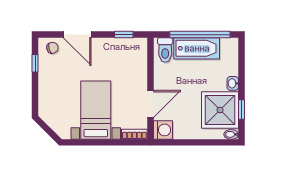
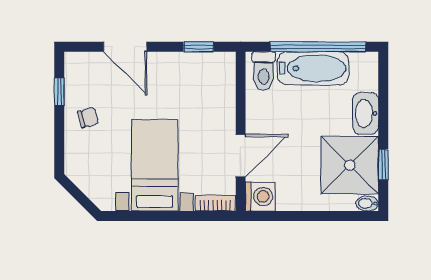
chair: (52, 48) -> (88, 118), moved
washbasin: (233, 83) -> (366, 113), width x1.91, depth x1.45

